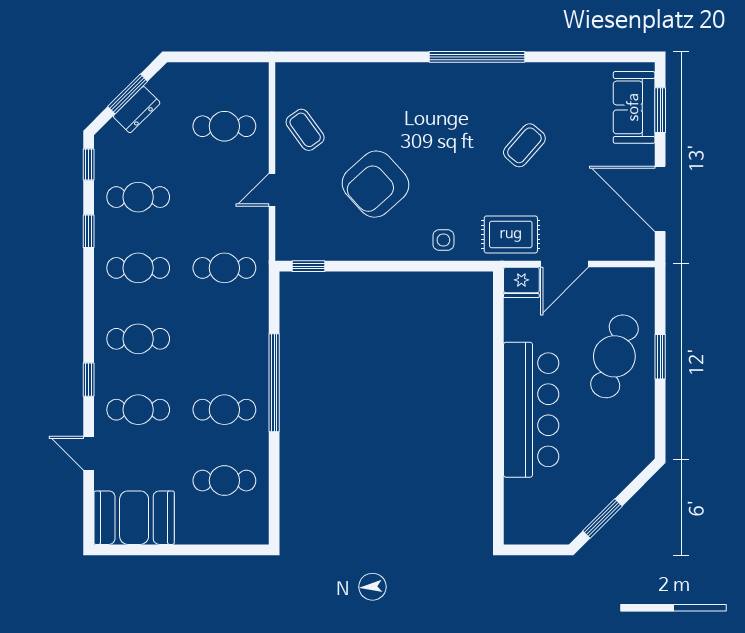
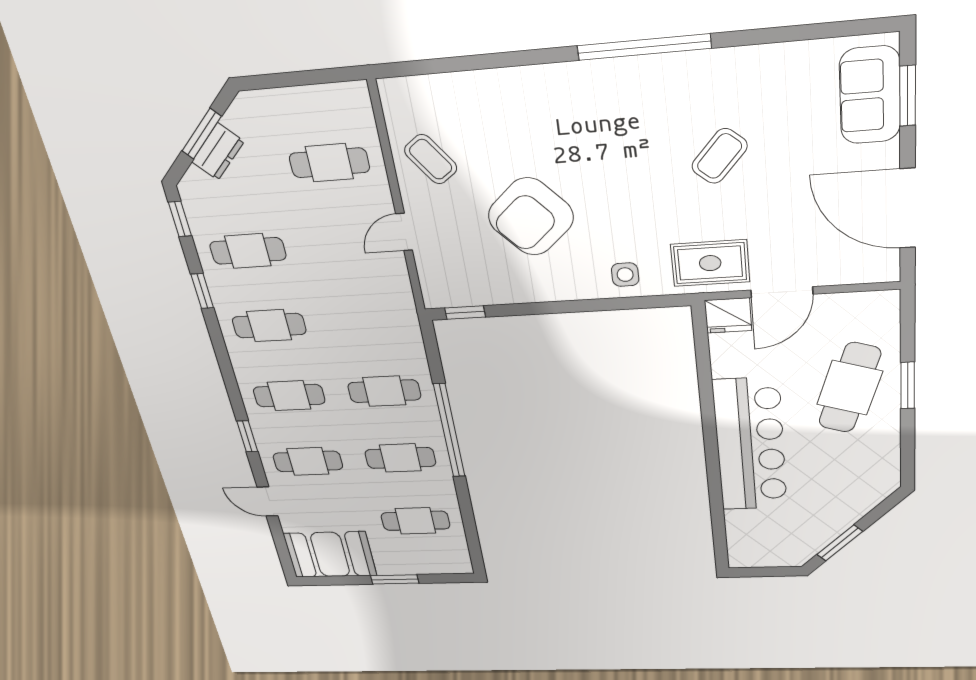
cafe table: (224, 268) -> (384, 391), moved
window: (191, 550) -> (395, 579), added

